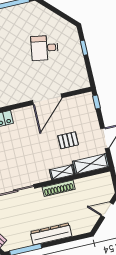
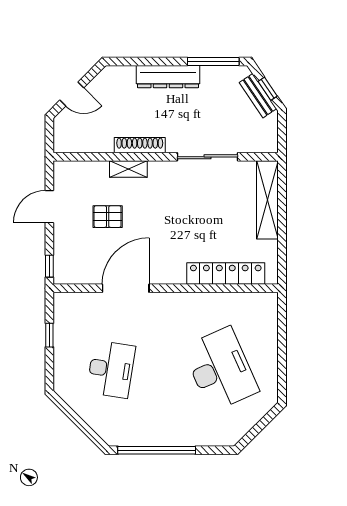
desk: (45, 48) -> (111, 369), width x1.37
window: (84, 48) -> (49, 335), moved
shelving: (91, 164) -> (81, 172), removed

